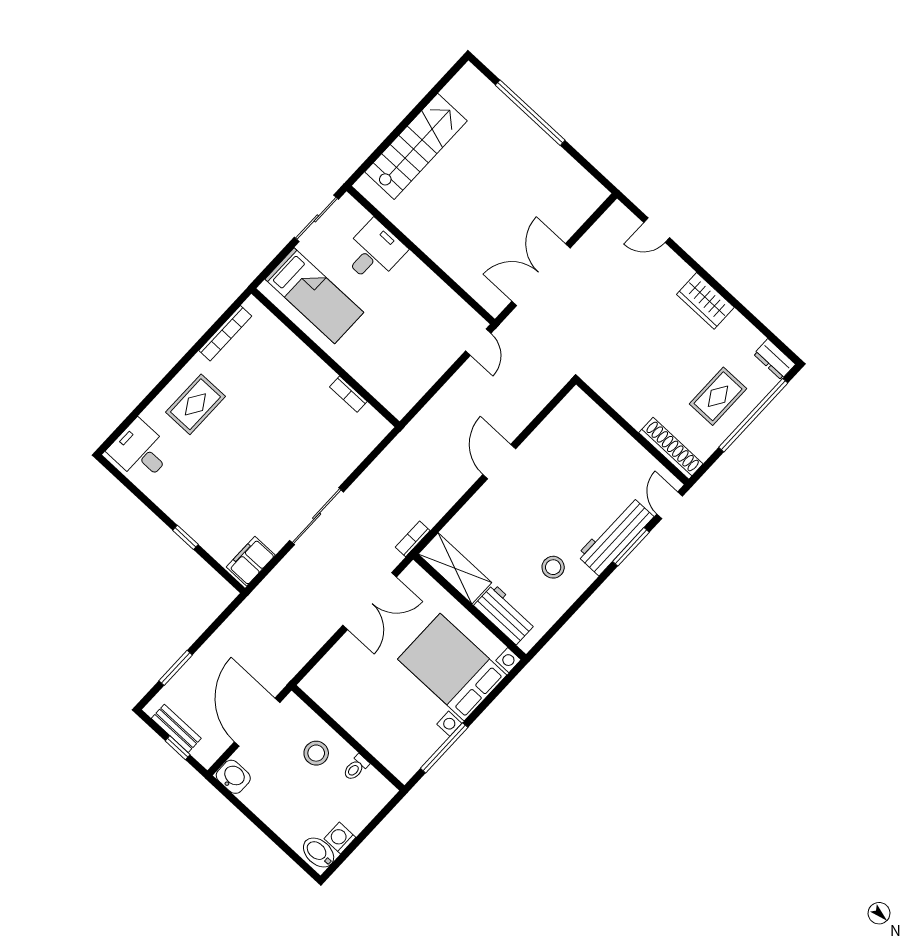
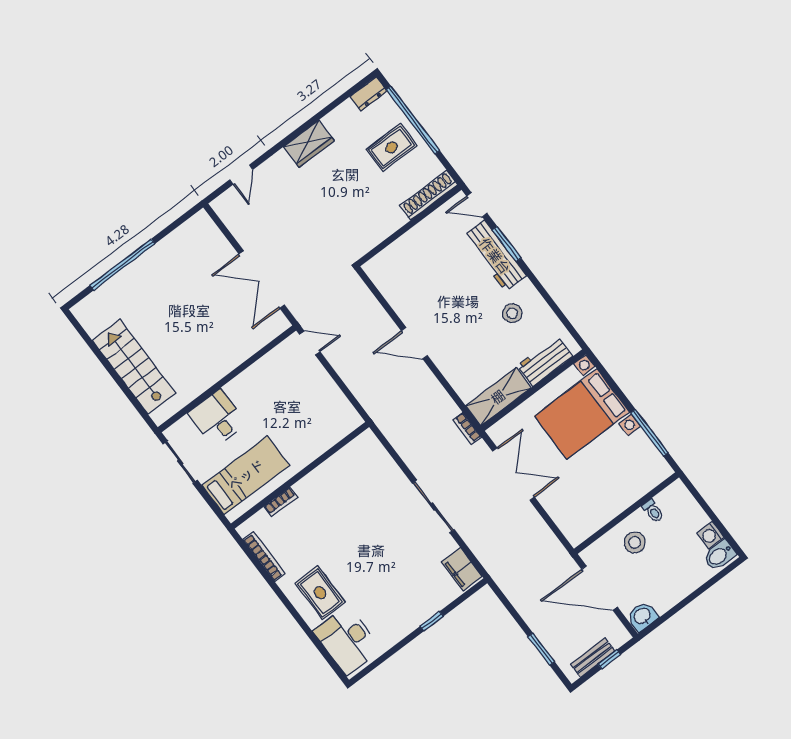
bookcase: (348, 394) -> (281, 502), moved
rug: (718, 396) -> (392, 147), turned 90
desk: (140, 451) -> (347, 640), width x1.37

